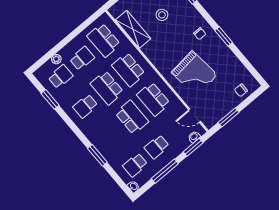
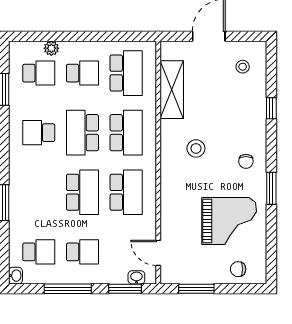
stool: (162, 15) -> (196, 148), moved
school desk: (104, 40) -> (126, 73), turned 180
school desk: (129, 70) -> (126, 133), turned 180
grand piano: (194, 74) -> (229, 221), moved, turned -84
school desk: (153, 99) -> (126, 192), turned 180
school desk: (157, 147) -> (82, 252), turned 180
school desk: (135, 165) -> (39, 252), turned 180

